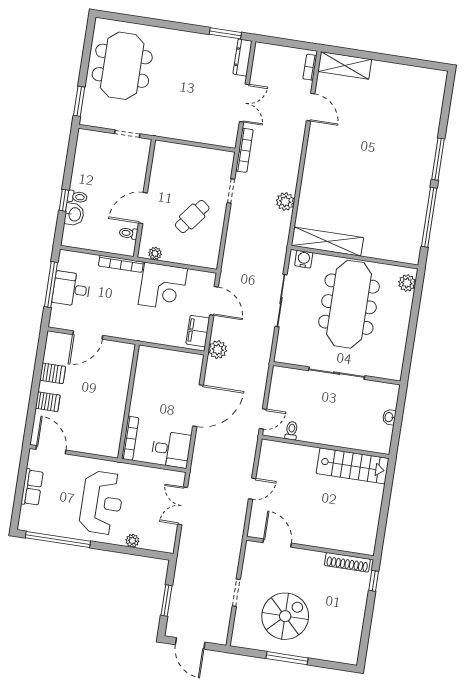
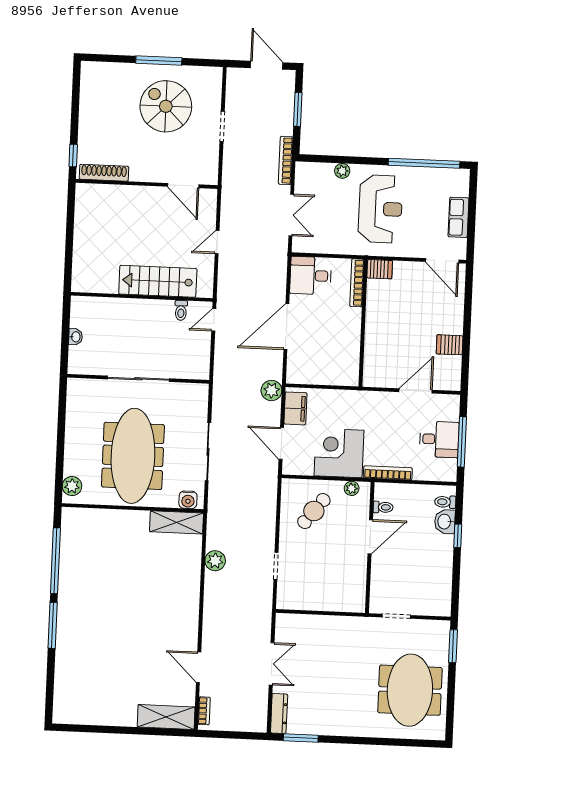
double door: (244, 103) -> (272, 664), swing flipped
bookcase: (244, 150) -> (286, 160), moved
toilet: (77, 197) -> (445, 502), moved
cafe table: (192, 217) -> (314, 511), moved
shelving: (327, 242) -> (177, 522), width x0.68
server rack: (48, 402) -> (380, 269), moved, turned 180
stairs: (353, 466) -> (158, 281), moved
reception desk: (102, 503) -> (380, 209), turned 180
spiral stairs: (285, 616) -> (166, 106), turned 90

